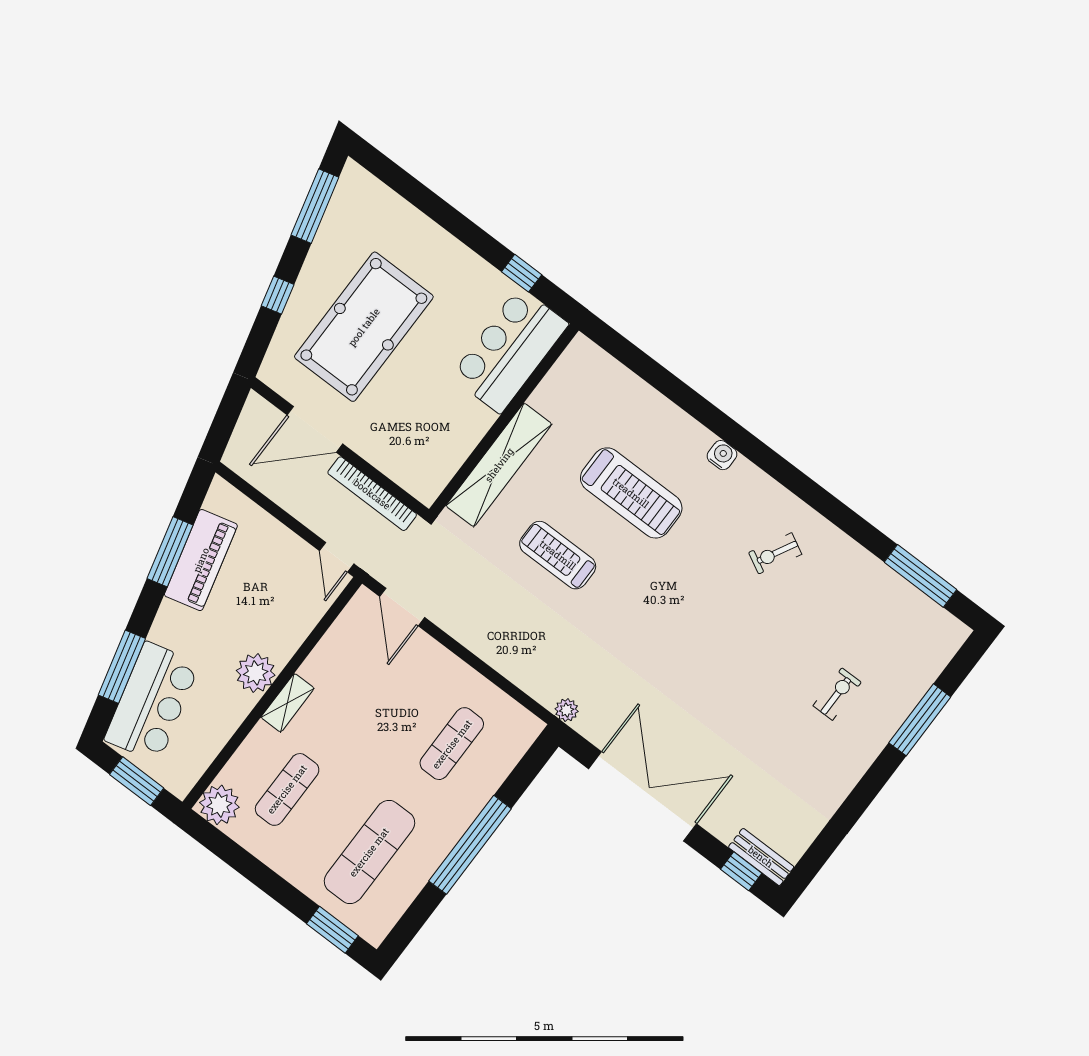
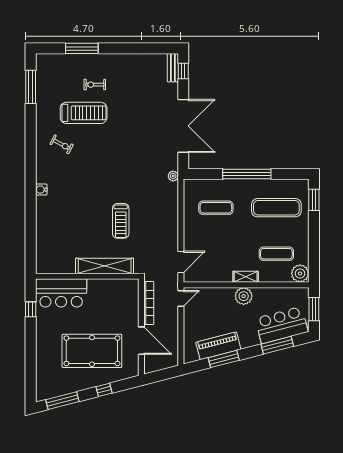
treadmill: (631, 493) -> (84, 113), moved, turned 90
double door: (643, 796) -> (183, 126), swing flipped

